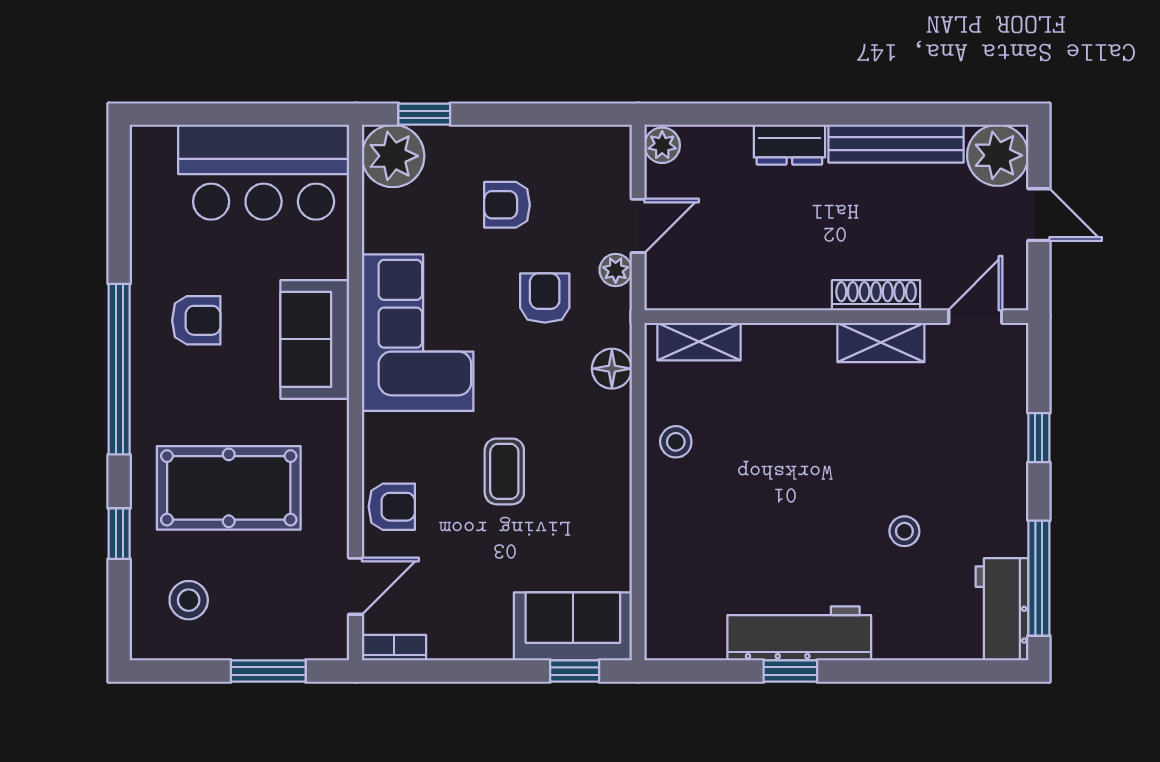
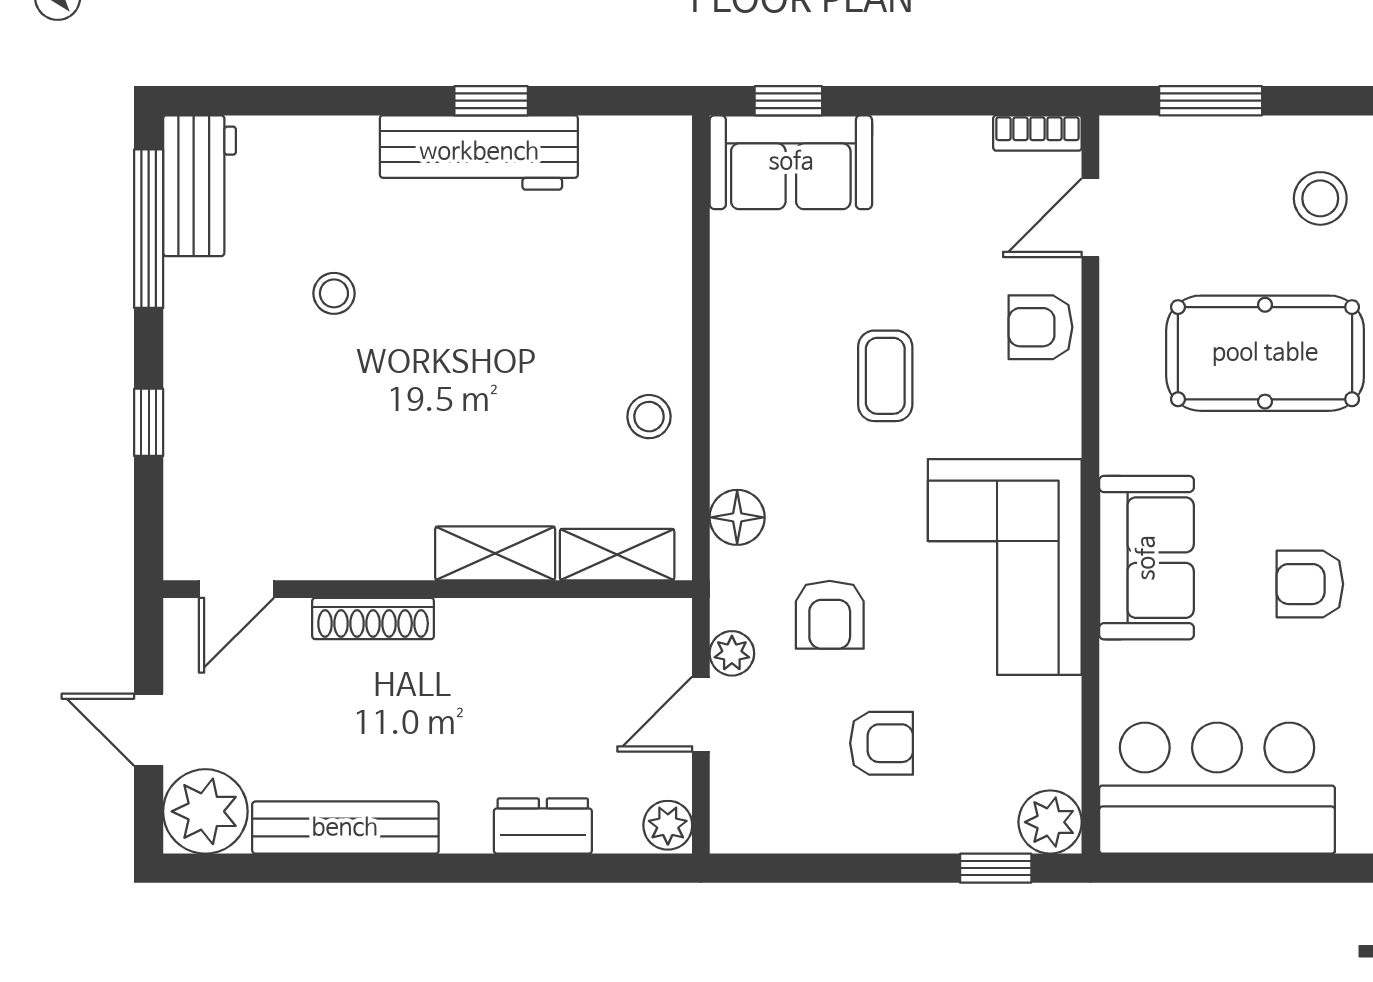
dresser: (789, 145) -> (543, 826), moved
plant: (393, 156) -> (1050, 822), width x0.73, depth x0.73
shelving: (881, 343) -> (495, 553), moved

